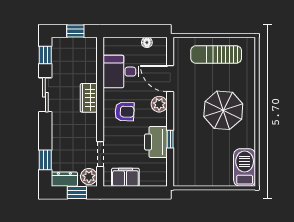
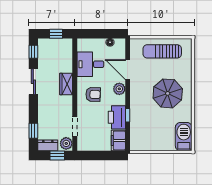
filing cabinet: (125, 177) -> (118, 140), moved, turned -90

